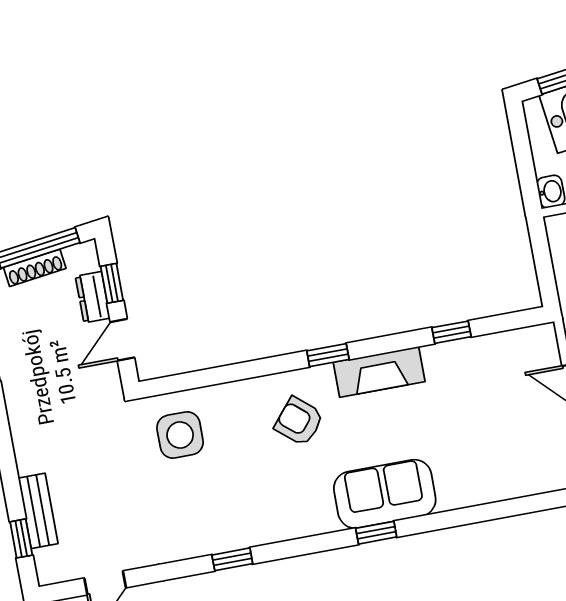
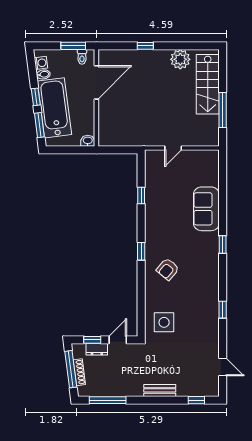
door: (122, 340) -> (118, 340), swing flipped
fireplace: (379, 372) -> (153, 230), removed
sofa: (385, 494) -> (206, 209), moved
bench: (38, 511) -> (160, 390), moved

